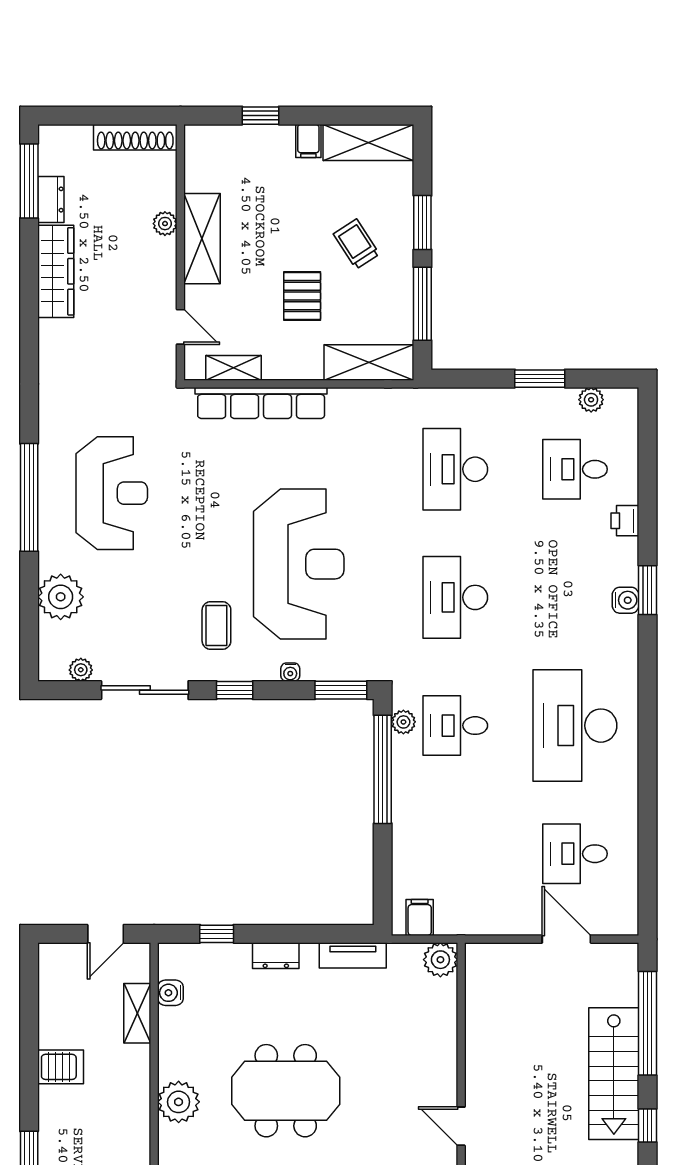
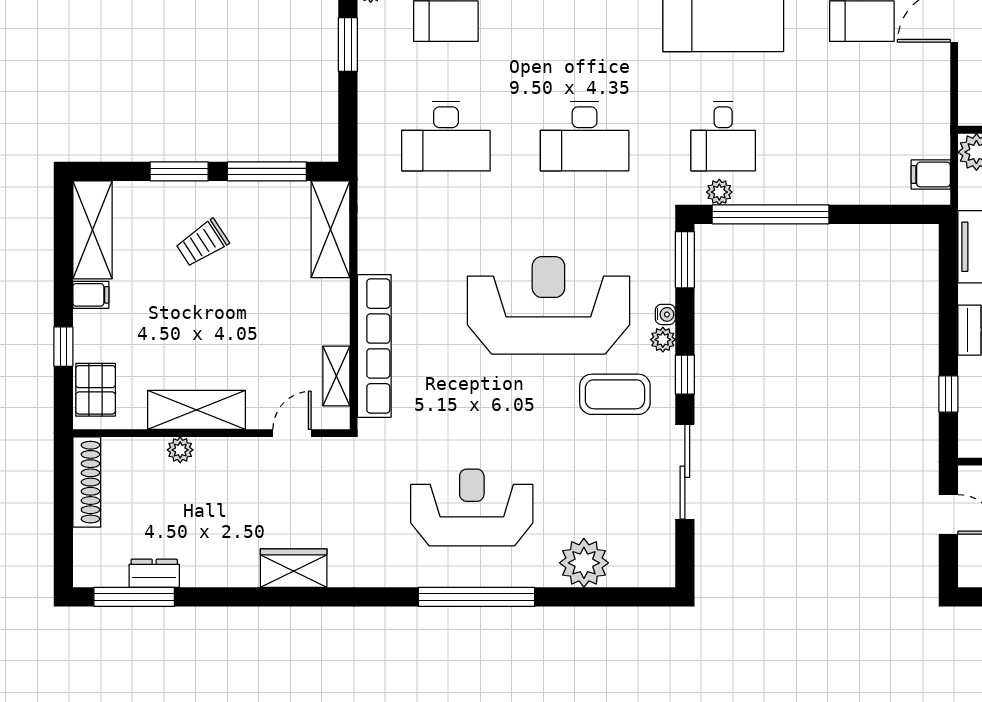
wardrobe: (56, 271) -> (294, 568), moved, width x0.67
pallet: (302, 296) -> (96, 390), moved, turned 90
coffee table: (216, 625) -> (615, 394), width x1.36, depth x1.30
plant: (81, 670) -> (663, 340), moved

